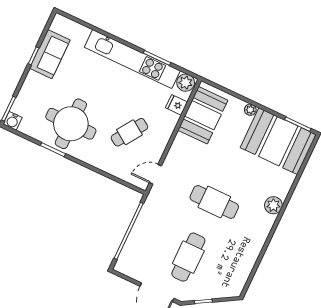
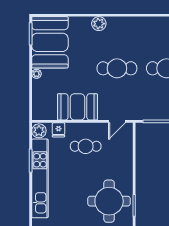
booth: (203, 115) -> (77, 107), moved
cafe table: (129, 132) -> (86, 146), moved, turned -34
door: (155, 174) -> (117, 121), hinge flipped
cafe table: (214, 202) -> (117, 68), turned 90

